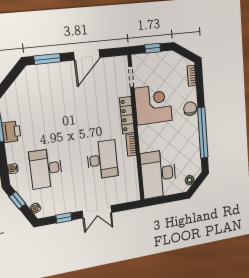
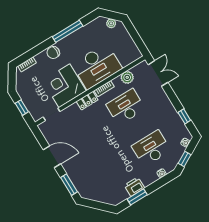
locker: (127, 115) -> (87, 101), width x0.66
window: (203, 133) -> (68, 31), width x0.68
desk: (46, 169) -> (151, 148), turned 180
plant: (131, 174) -> (127, 77), added
desk: (159, 174) -> (97, 66), moved
double door: (97, 212) -> (158, 73), moved

